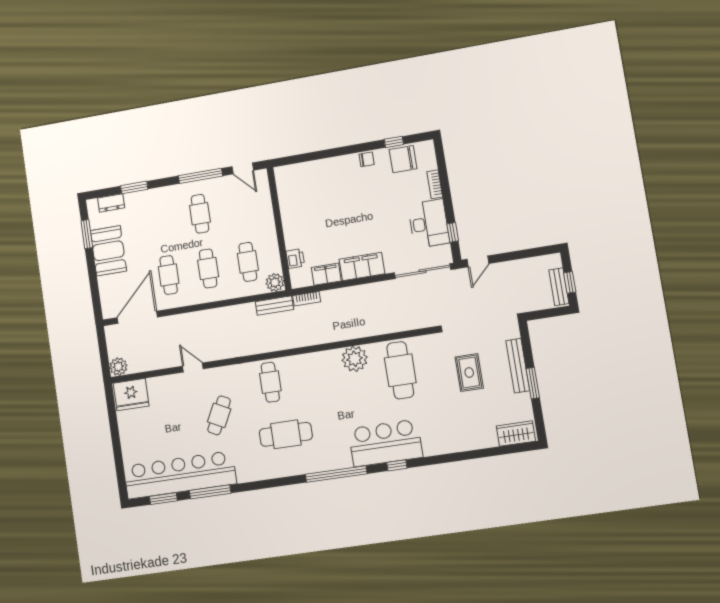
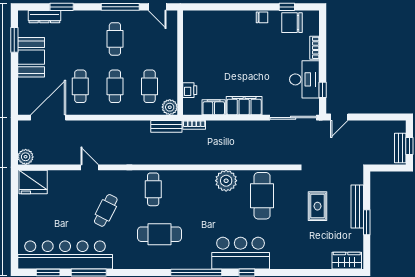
dresser: (111, 203) -> (44, 17), width x1.44

